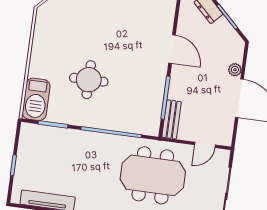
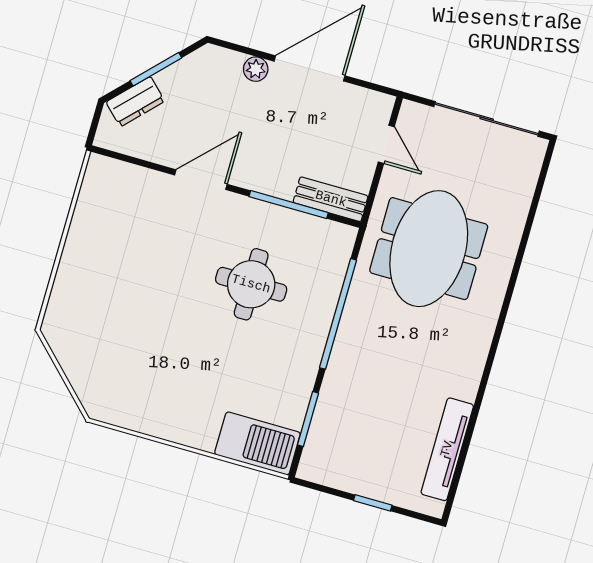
round table: (89, 80) -> (251, 284), moved

